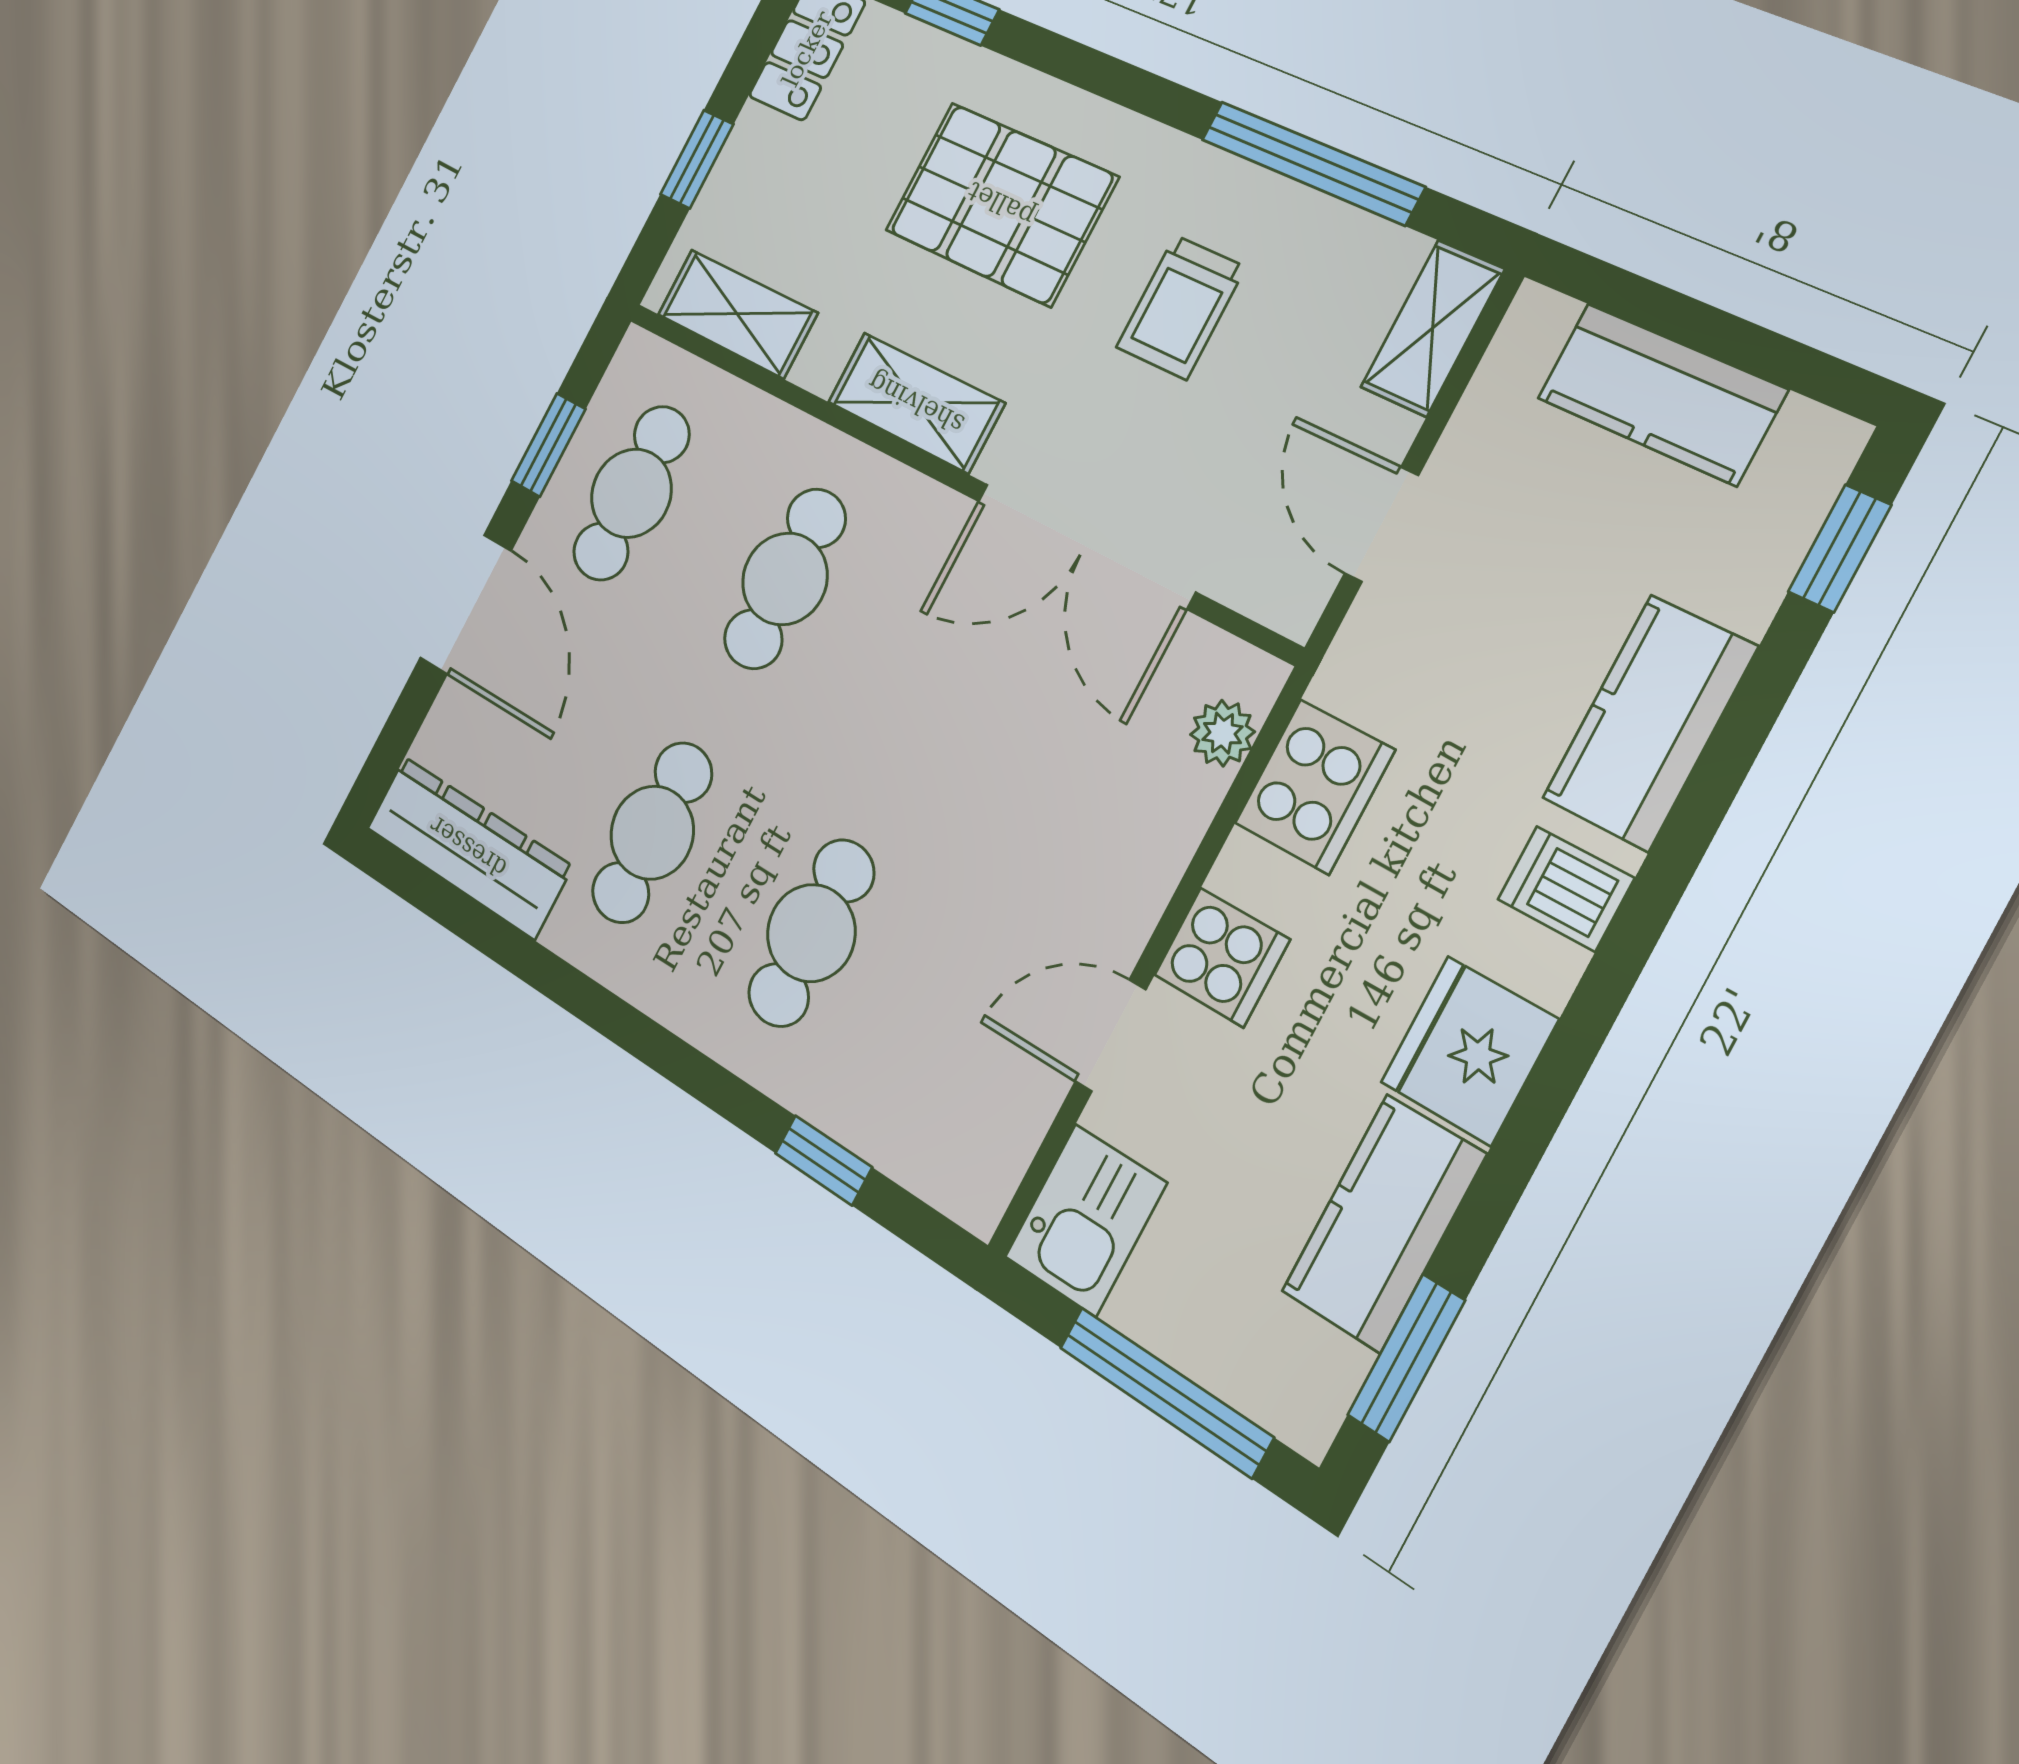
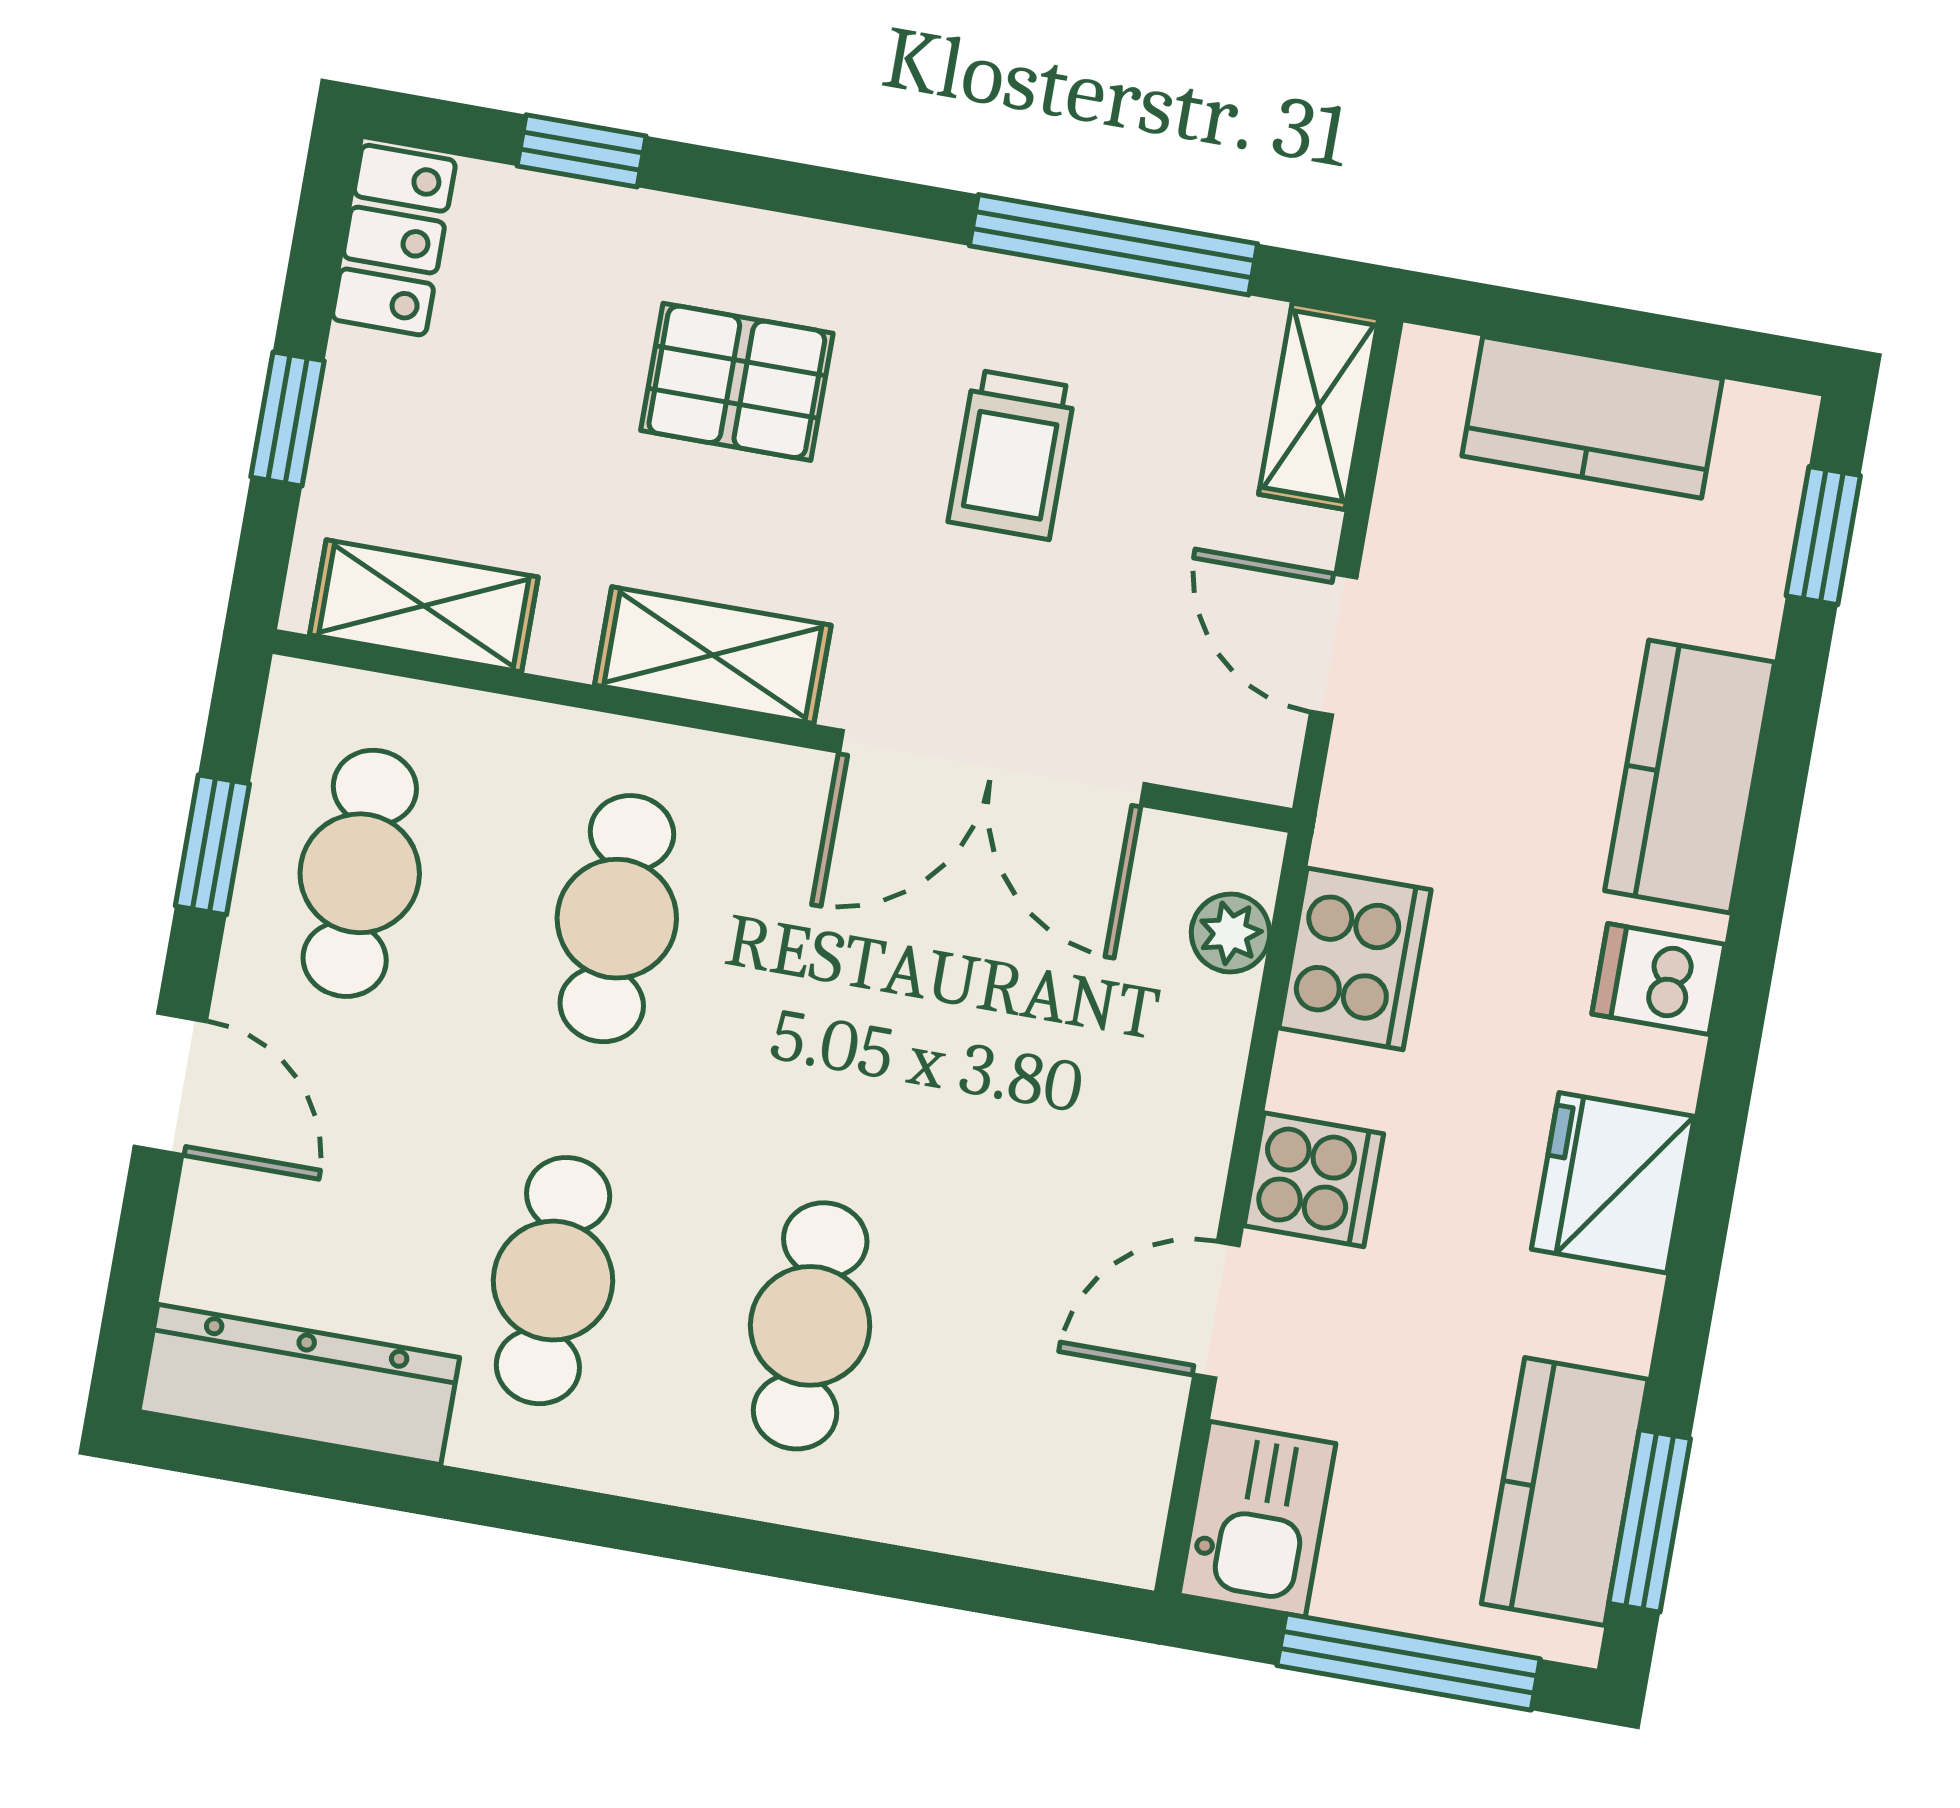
pallet: (1001, 204) -> (737, 382), width x0.67, depth x0.71
door: (466, 604) -> (170, 1084), width x0.73
window: (823, 1160) -> (922, 1576), removed
kitchen counter: (1384, 1223) -> (1565, 1492), moved

